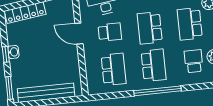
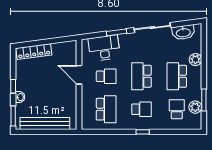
washbasin: (13, 52) -> (20, 97), moved
school desk: (154, 65) -> (141, 109), width x0.54
window: (158, 91) -> (143, 132), width x0.32

